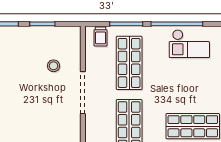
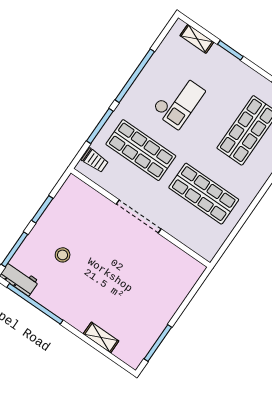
checkout: (189, 44) -> (178, 101), moved
stool: (54, 66) -> (63, 255), moved

